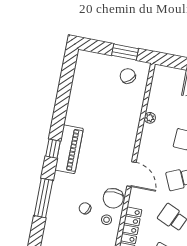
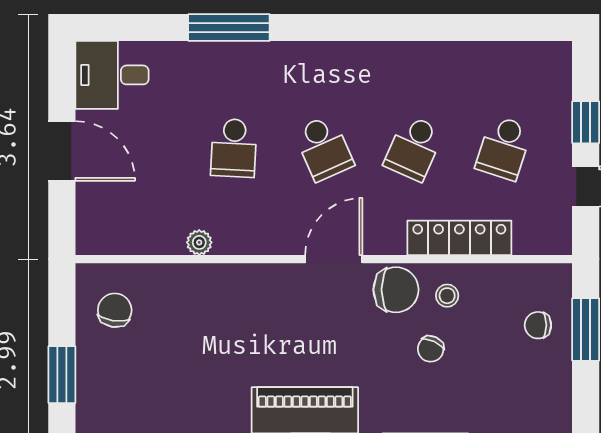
window: (125, 52) -> (62, 375), moved
chair: (128, 76) -> (115, 310), turned 141

